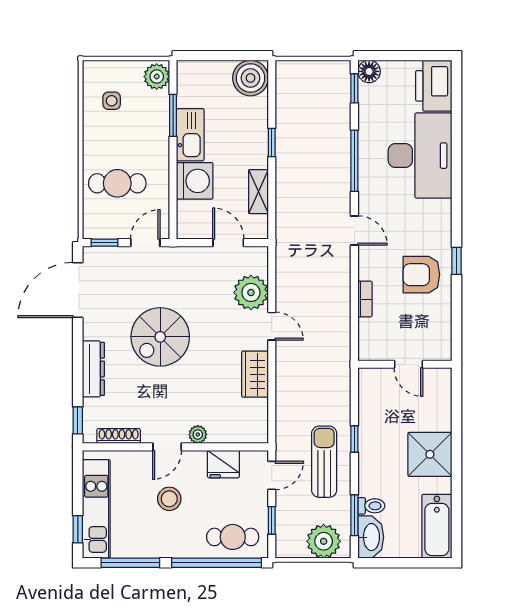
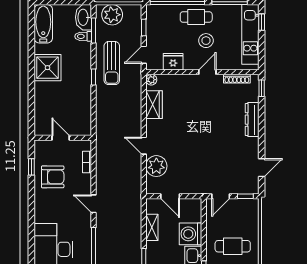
cafe table: (117, 183) -> (233, 246), moved
window: (456, 261) -> (31, 167), moved
door: (78, 290) -> (262, 168), width x0.53
spiral stairs: (160, 337) -> (212, 139), removed
wall: (405, 364) -> (63, 138), moved
door: (408, 364) -> (61, 138), moved
wardrobe: (255, 374) -> (154, 105), moved
plant: (198, 434) -> (151, 80), moved
cafe table: (233, 537) -> (196, 17), moved

